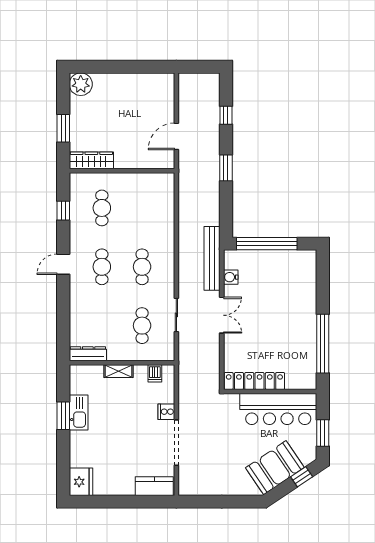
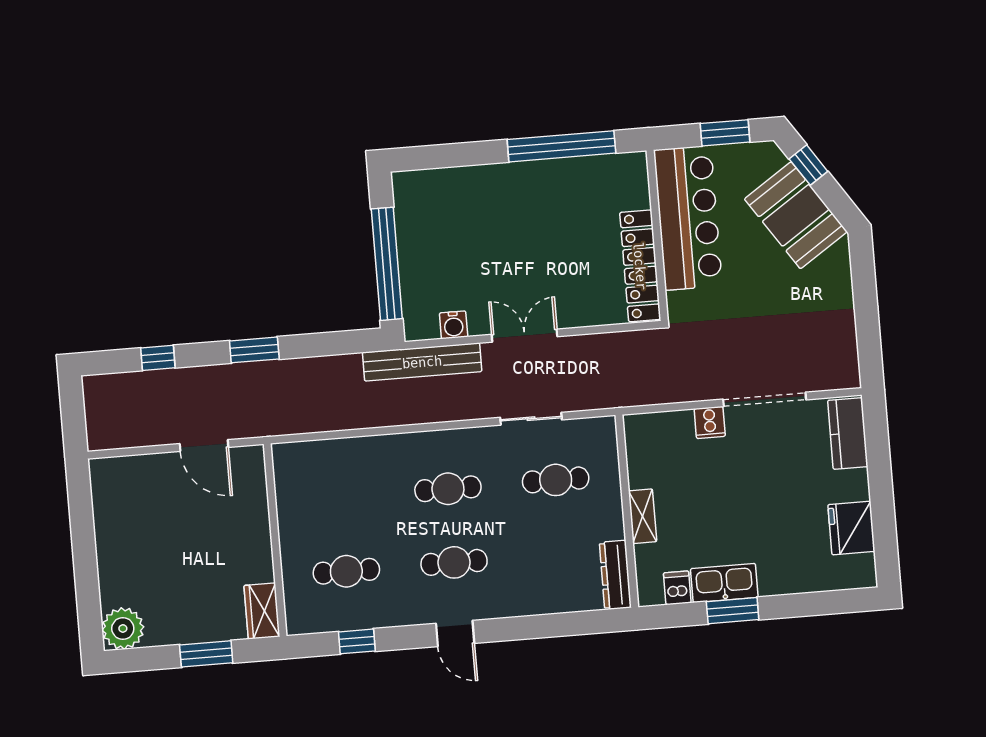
wardrobe: (91, 160) -> (262, 611), width x0.67
dishwasher: (155, 373) -> (677, 588), moved, turned -90
fridge: (81, 482) -> (851, 528), moved, turned -90

